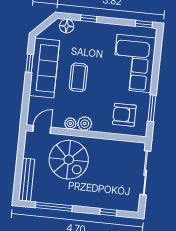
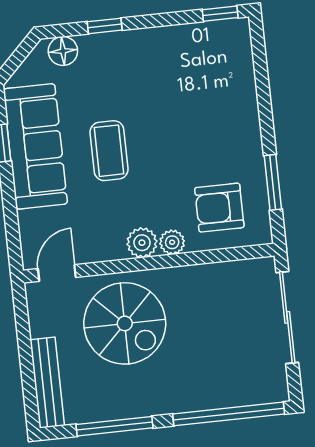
corner sofa: (134, 63) -> (217, 98), removed
plant: (70, 123) -> (172, 242), moved
window: (108, 212) -> (229, 414), width x3.17

